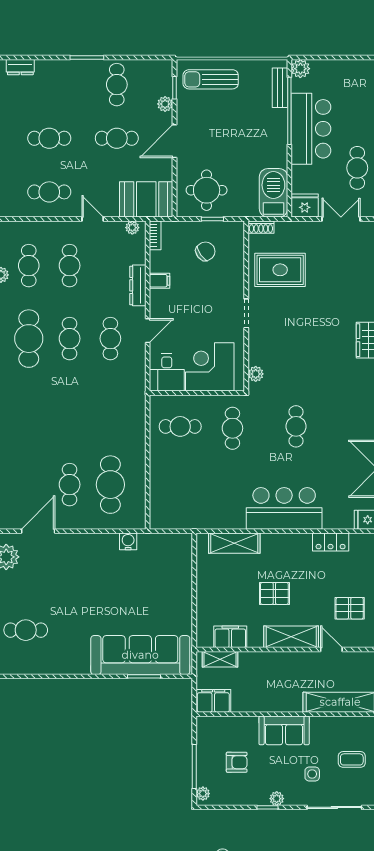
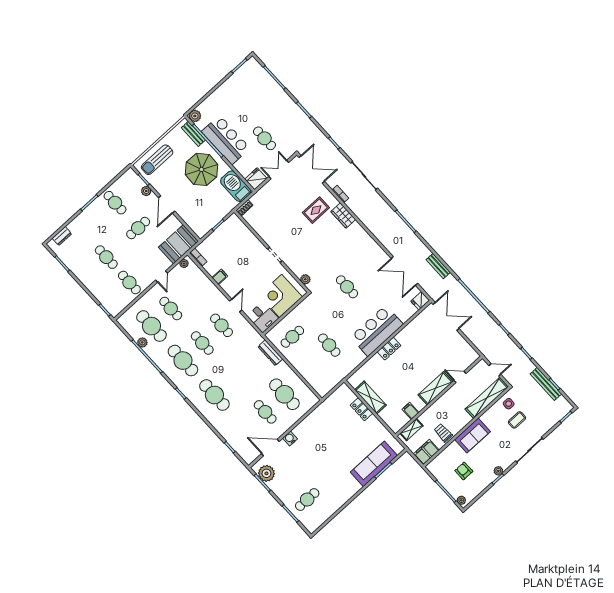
parasol: (252, 137) -> (202, 169), added
cafe table: (49, 138) -> (106, 257), turned 90
round table: (207, 190) -> (203, 214), removed
cafe table: (49, 192) -> (129, 282), turned 90
door: (93, 219) -> (162, 277), swing flipped
chair: (205, 251) -> (229, 243), removed
cafe table: (29, 266) -> (151, 326), width x1.37, depth x1.35
rug: (280, 270) -> (316, 210), moved, width x0.73, depth x0.70
dresser: (138, 285) -> (270, 353), moved
cafe table: (29, 412) -> (214, 395), added
cafe table: (232, 428) -> (329, 345), moved
door: (38, 531) -> (270, 447), hinge flipped
water cooler: (128, 541) -> (290, 439), moved
locker: (331, 542) -> (389, 349), moved
shelving: (234, 543) -> (370, 397), moved, turned 90
locker: (184, 583) -> (361, 409), added
pallet: (274, 593) -> (409, 375), removed
pallet: (350, 608) -> (451, 350), removed
filing cabinet: (230, 637) -> (411, 411), width x0.50
sofa: (140, 655) -> (374, 464), width x0.74, depth x0.79
trolley: (253, 696) -> (443, 433), added
armchair: (237, 762) -> (464, 471), turned -90
side table: (312, 774) -> (509, 404), moved

